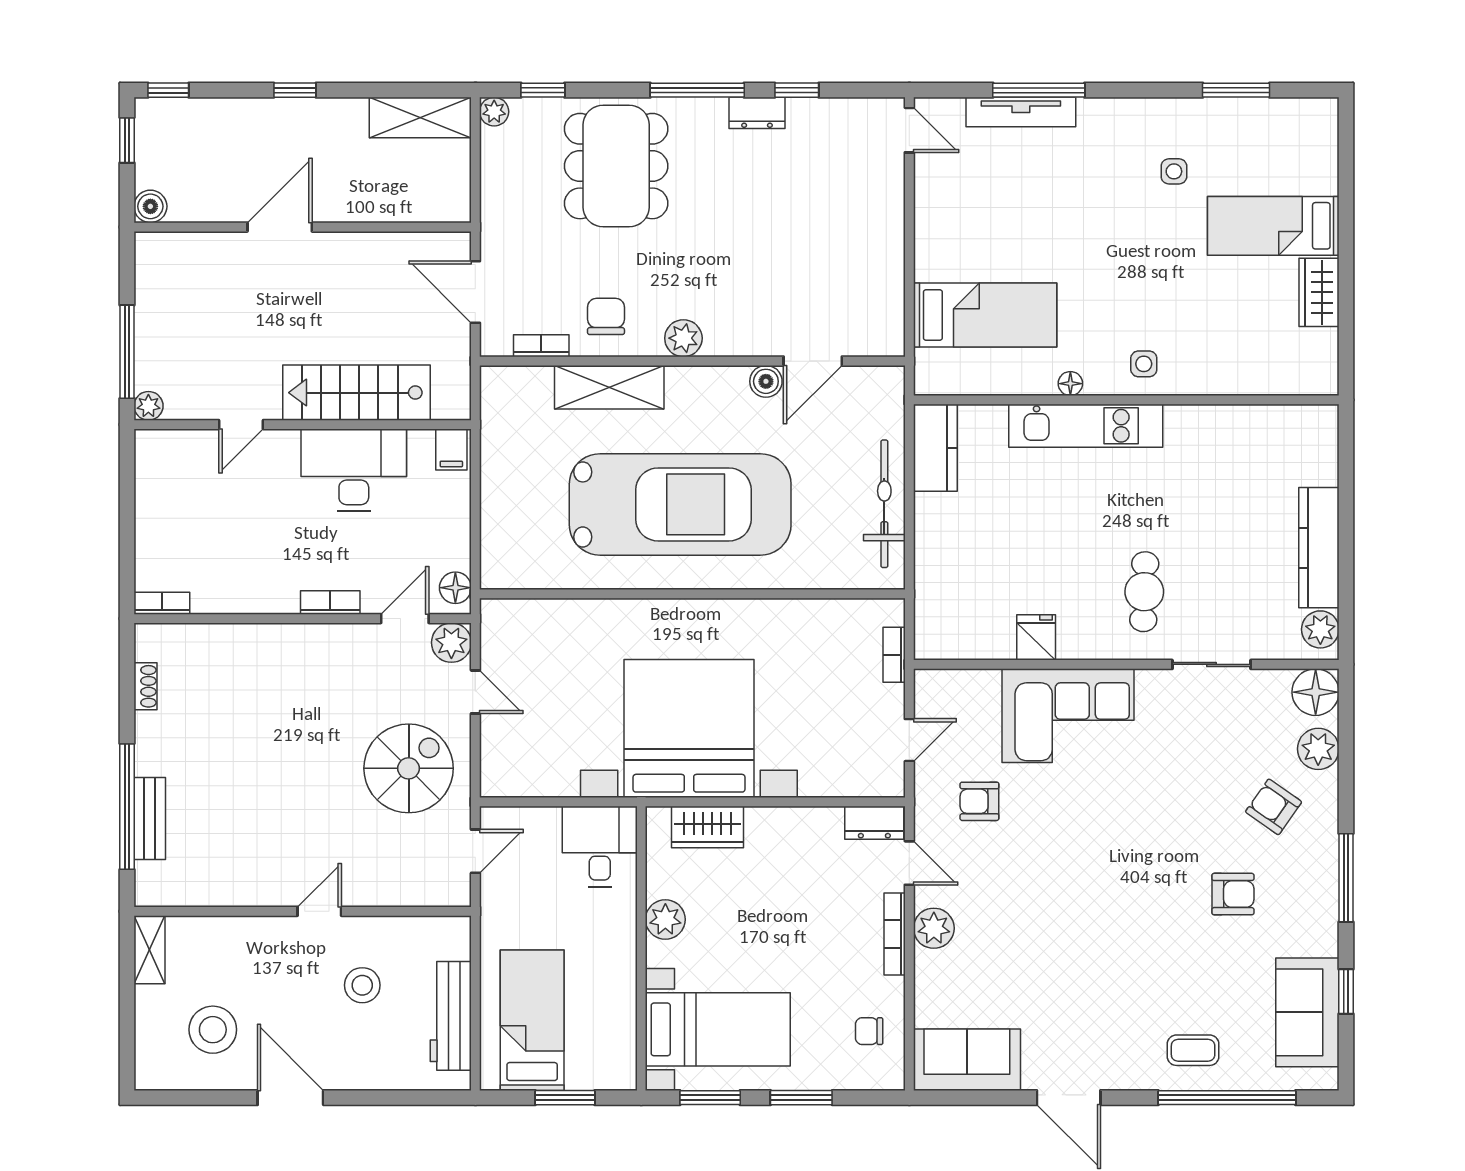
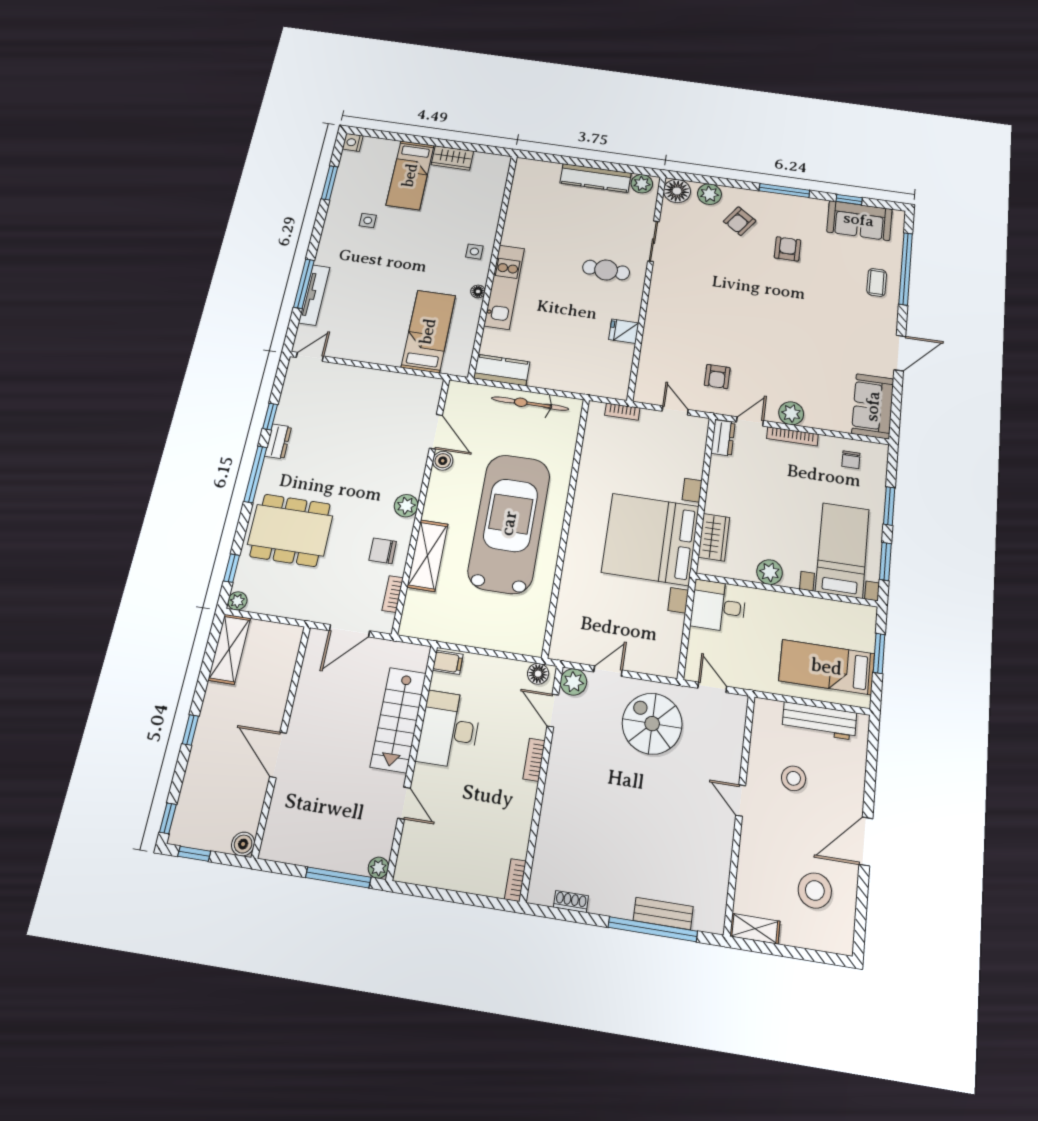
nightstand: (1322, 112) -> (353, 142), added
corner sofa: (1068, 716) -> (673, 321), removed

